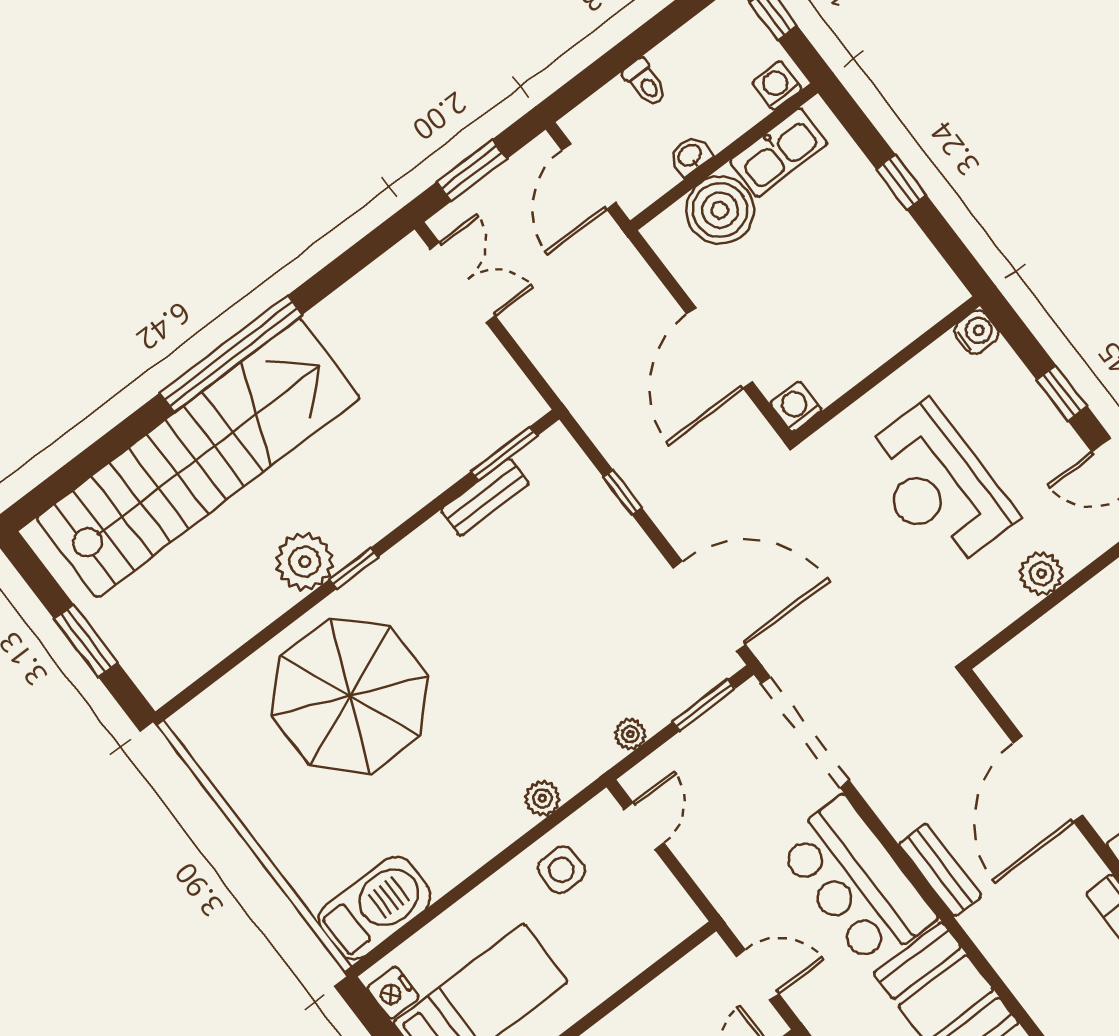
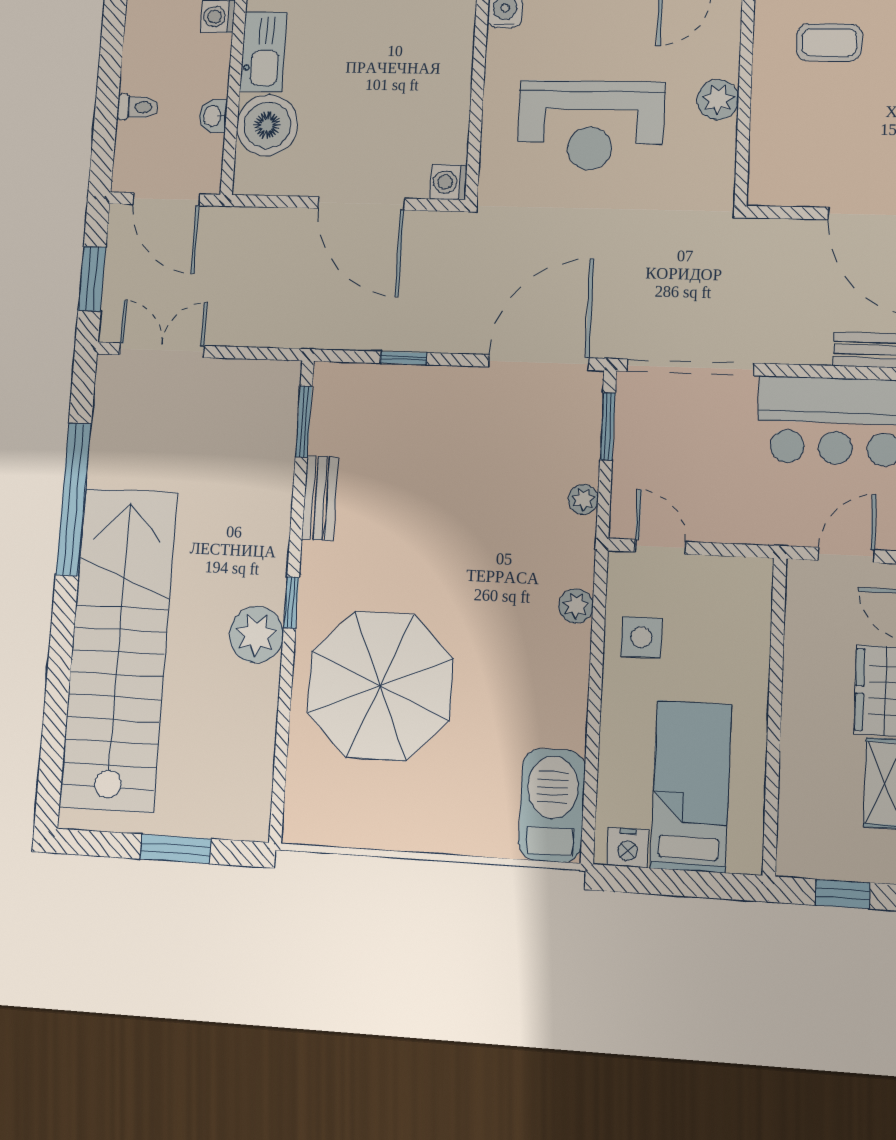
window: (231, 354) -> (73, 499), moved
bench: (485, 497) -> (320, 498), moved

